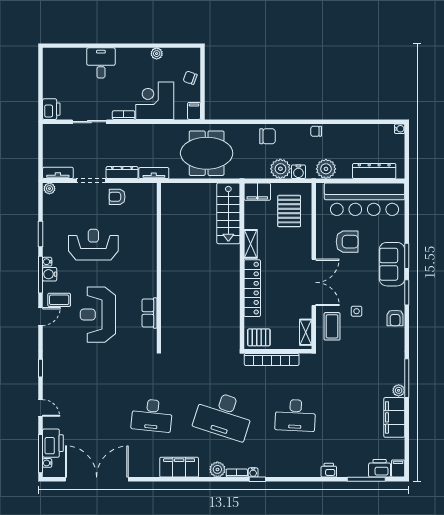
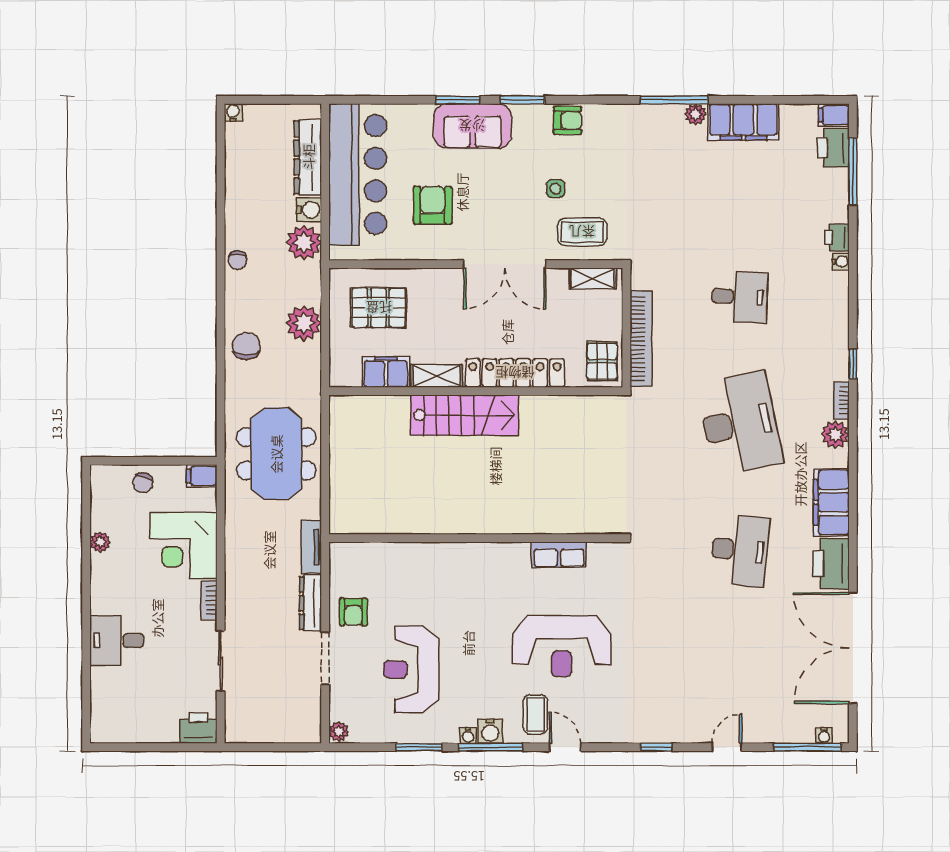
water cooler: (298, 172) -> (309, 210), moved
tv unit: (58, 173) -> (311, 717), removed
filing cabinet: (257, 192) -> (386, 372), moved, turned -90
stairs: (228, 213) -> (465, 415), moved
reception desk: (93, 245) -> (411, 669), moved
double door: (314, 282) -> (505, 264), swing flipped
desk: (224, 415) -> (740, 424), turned -30
desk: (295, 415) -> (740, 297), width x0.73
printer: (53, 443) -> (831, 564), moved, turned -90
water cooler: (253, 472) -> (841, 262), moved

